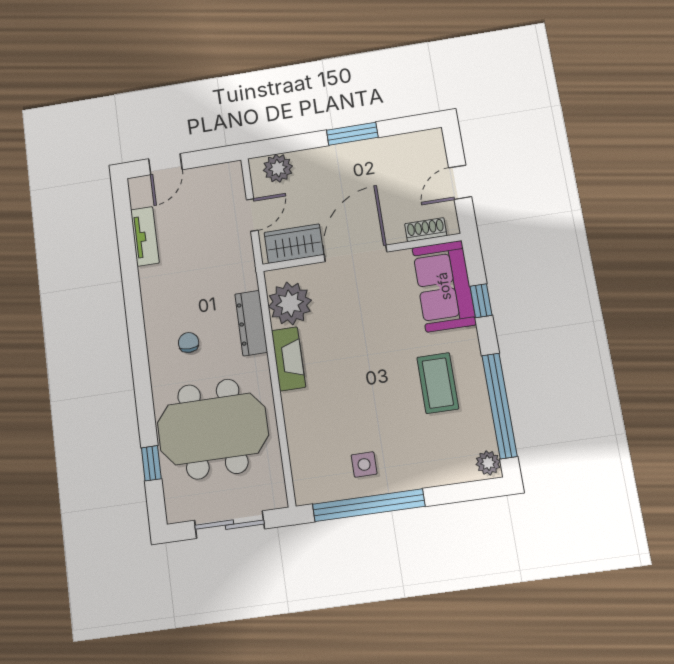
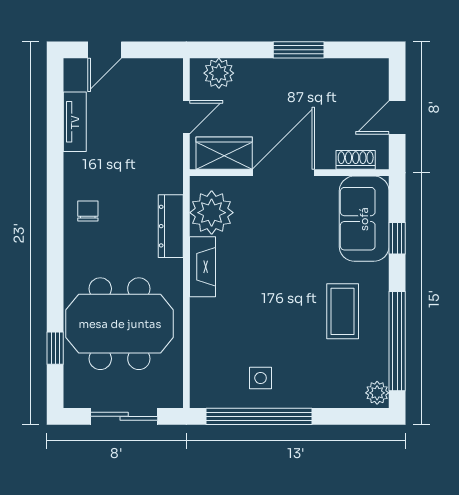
chair: (189, 342) -> (88, 211), moved

